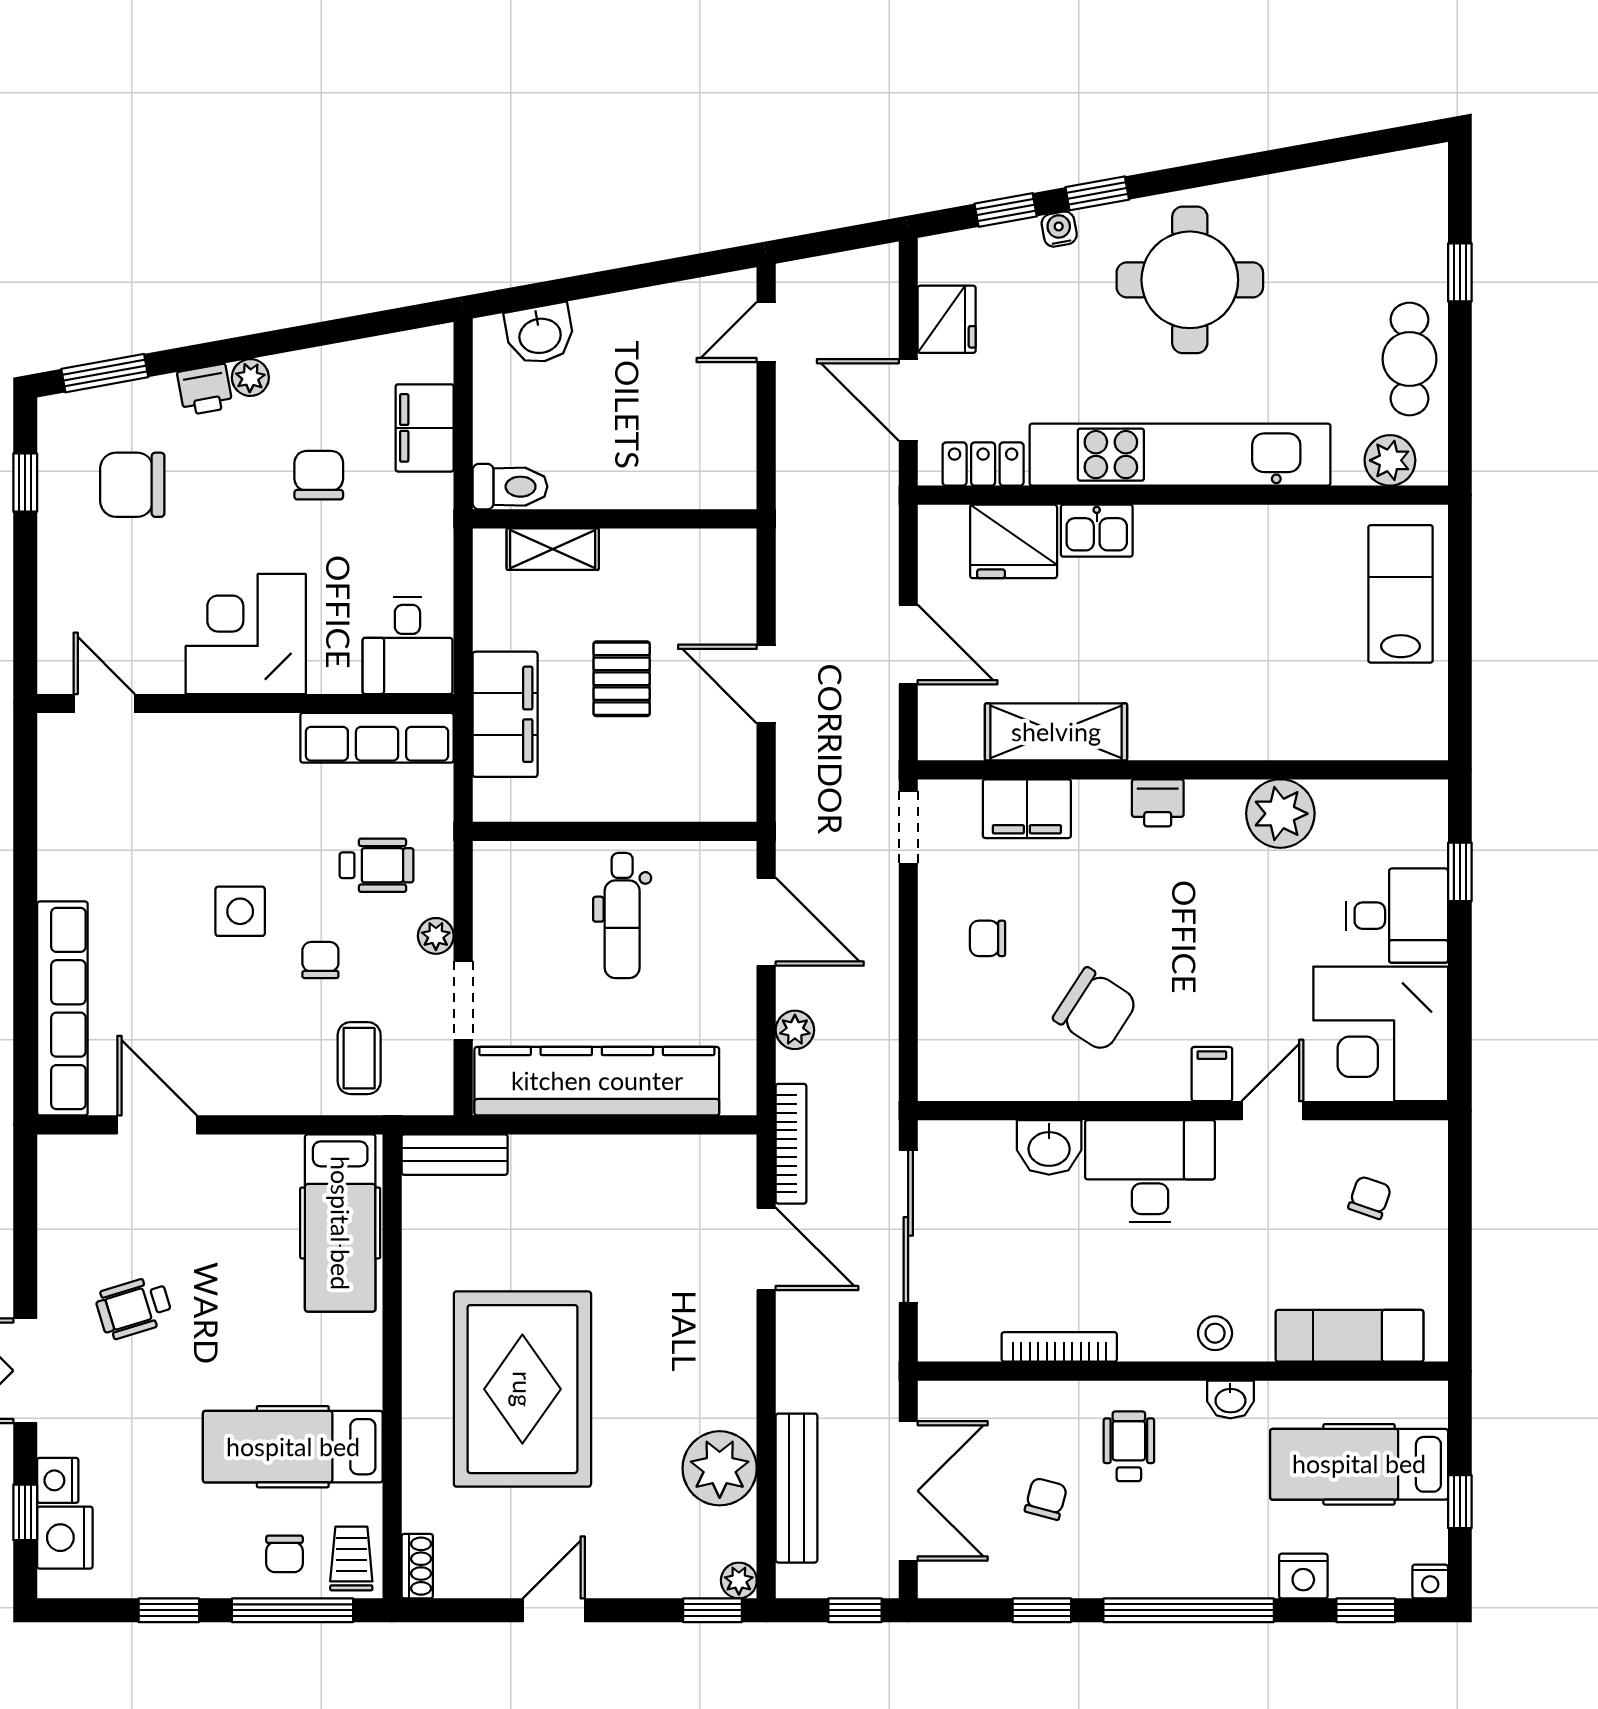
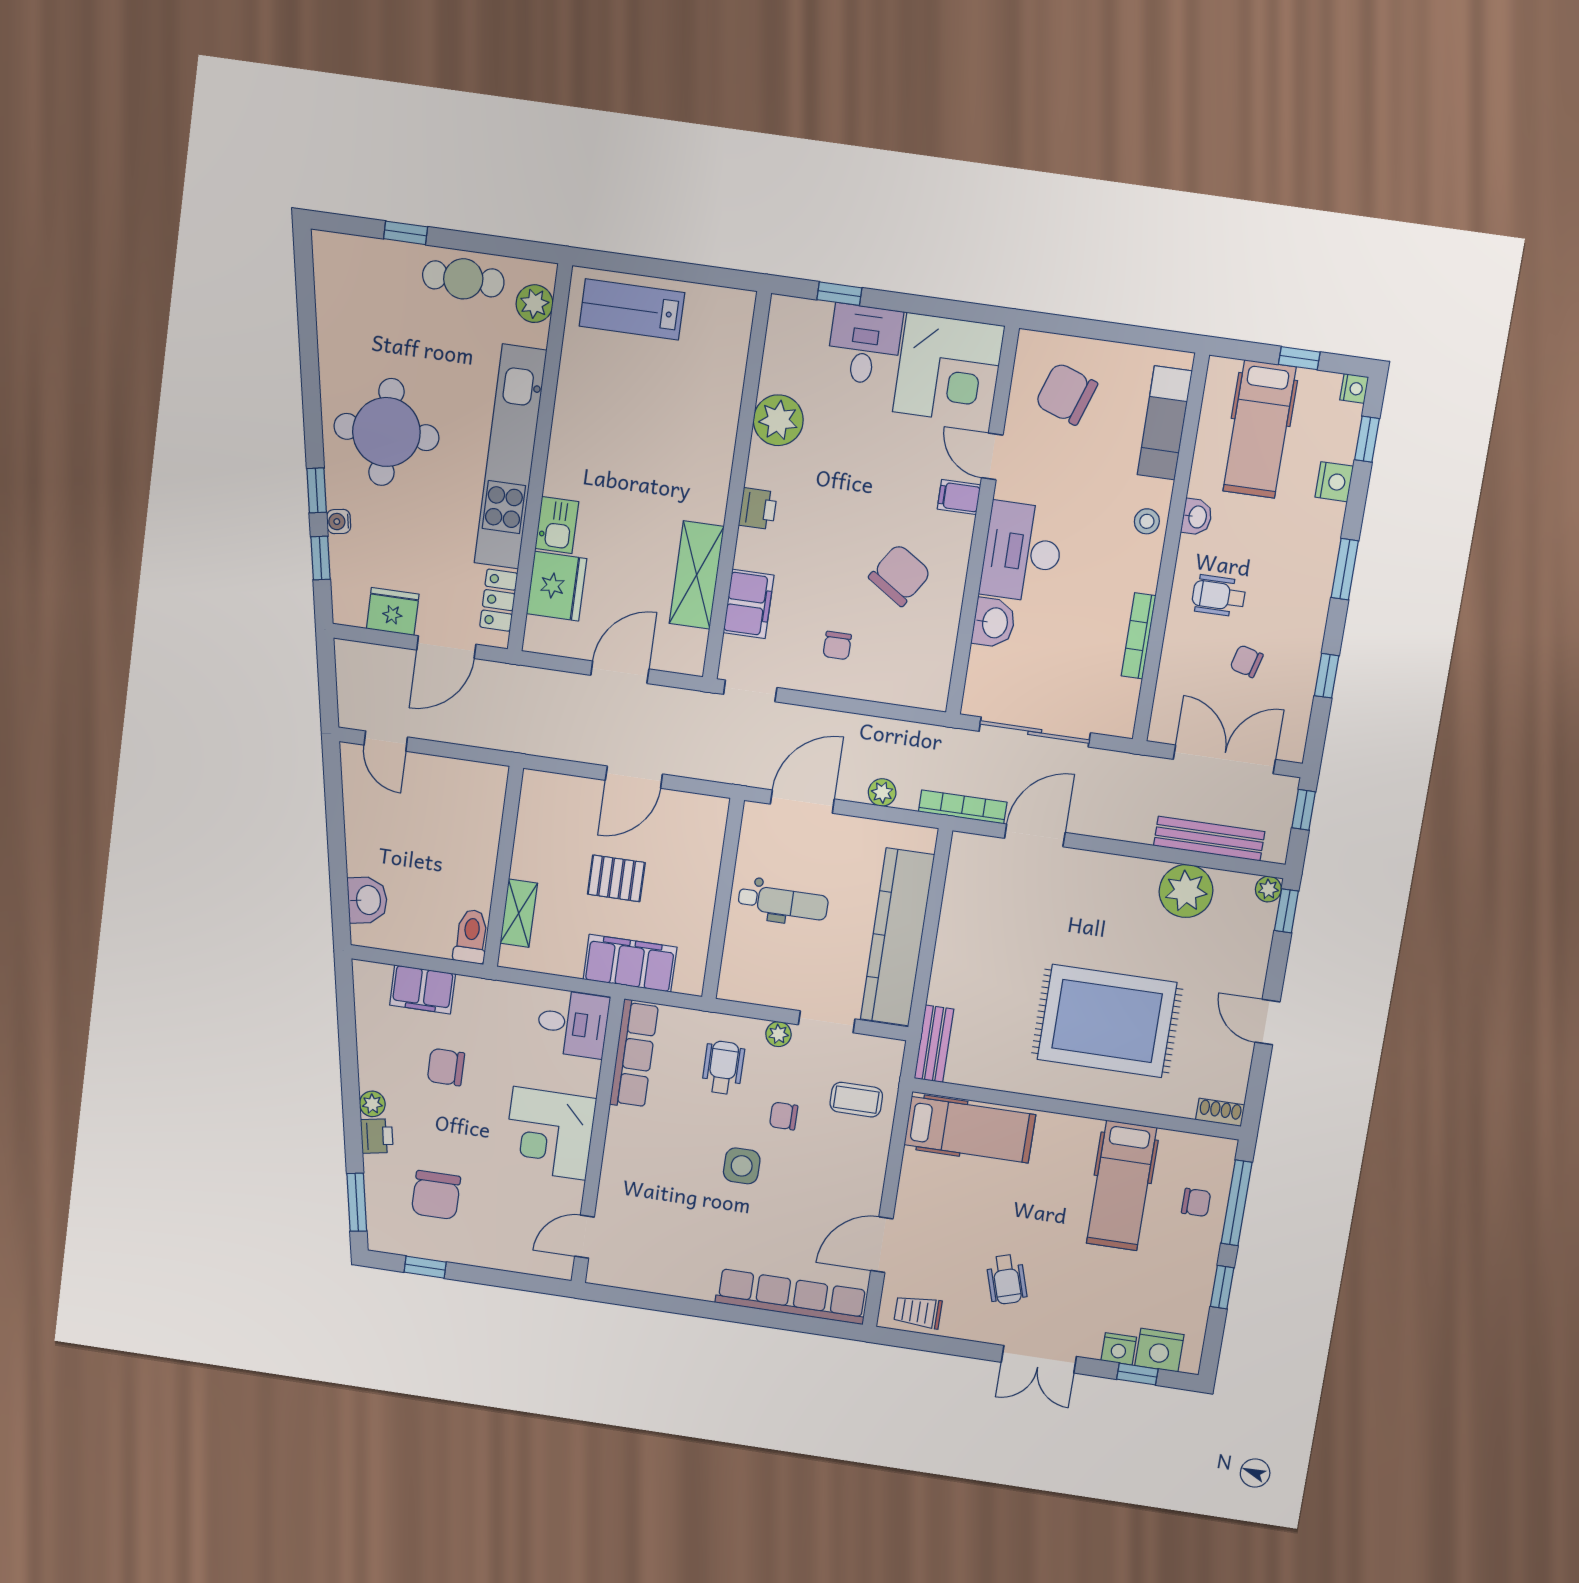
chair: (1370, 1198) -> (1066, 394), width x1.87, depth x1.87
trolley: (351, 1559) -> (918, 1312), moved
window: (1189, 1610) -> (1345, 569), width x0.47

